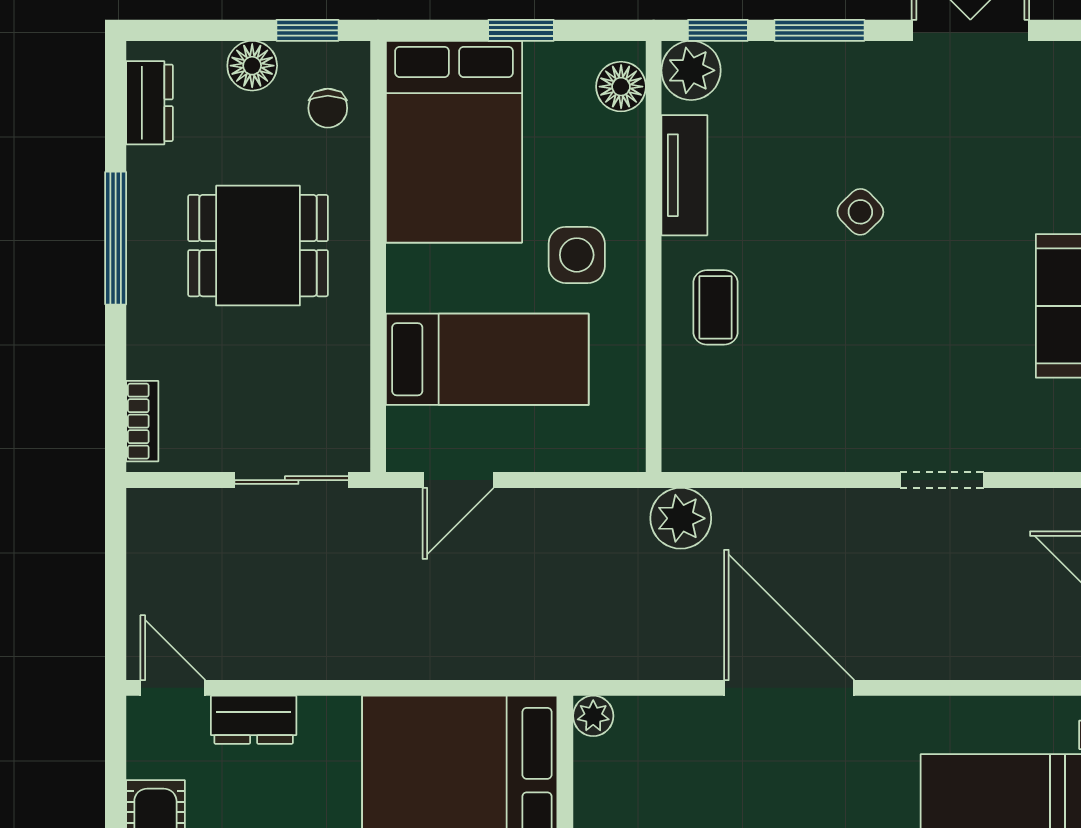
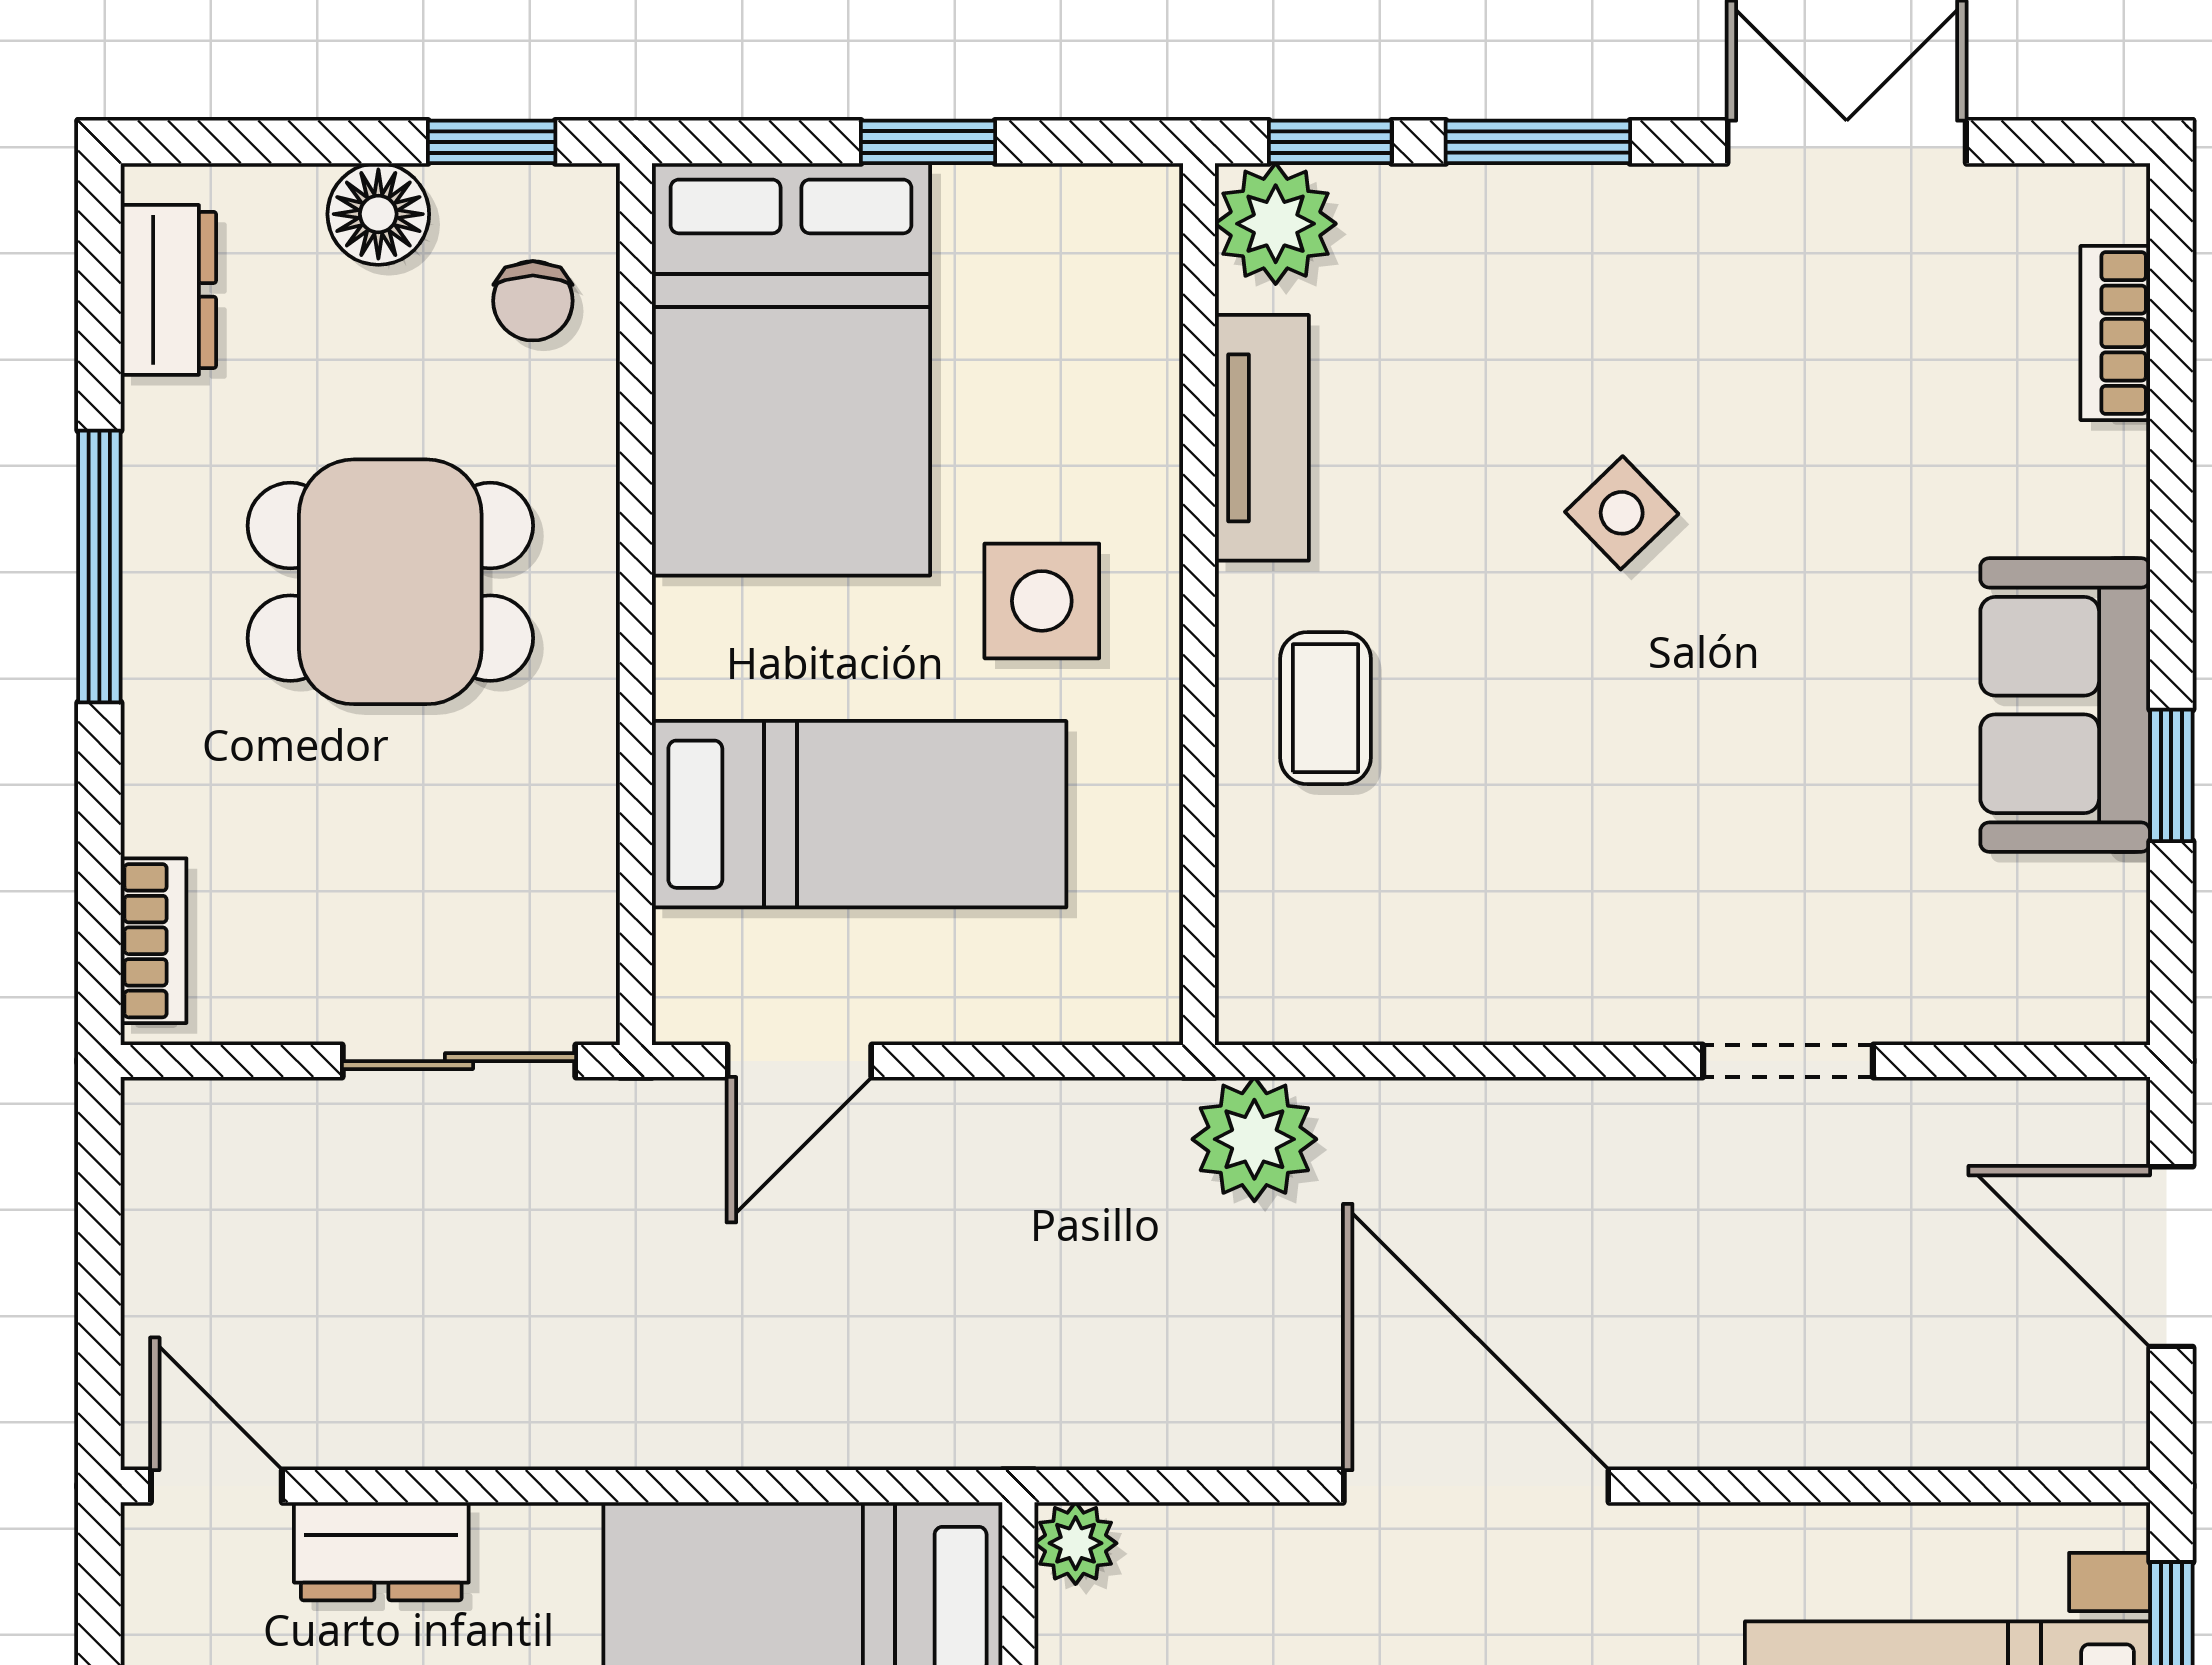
floor lamp: (621, 87) -> (1132, 257), removed

